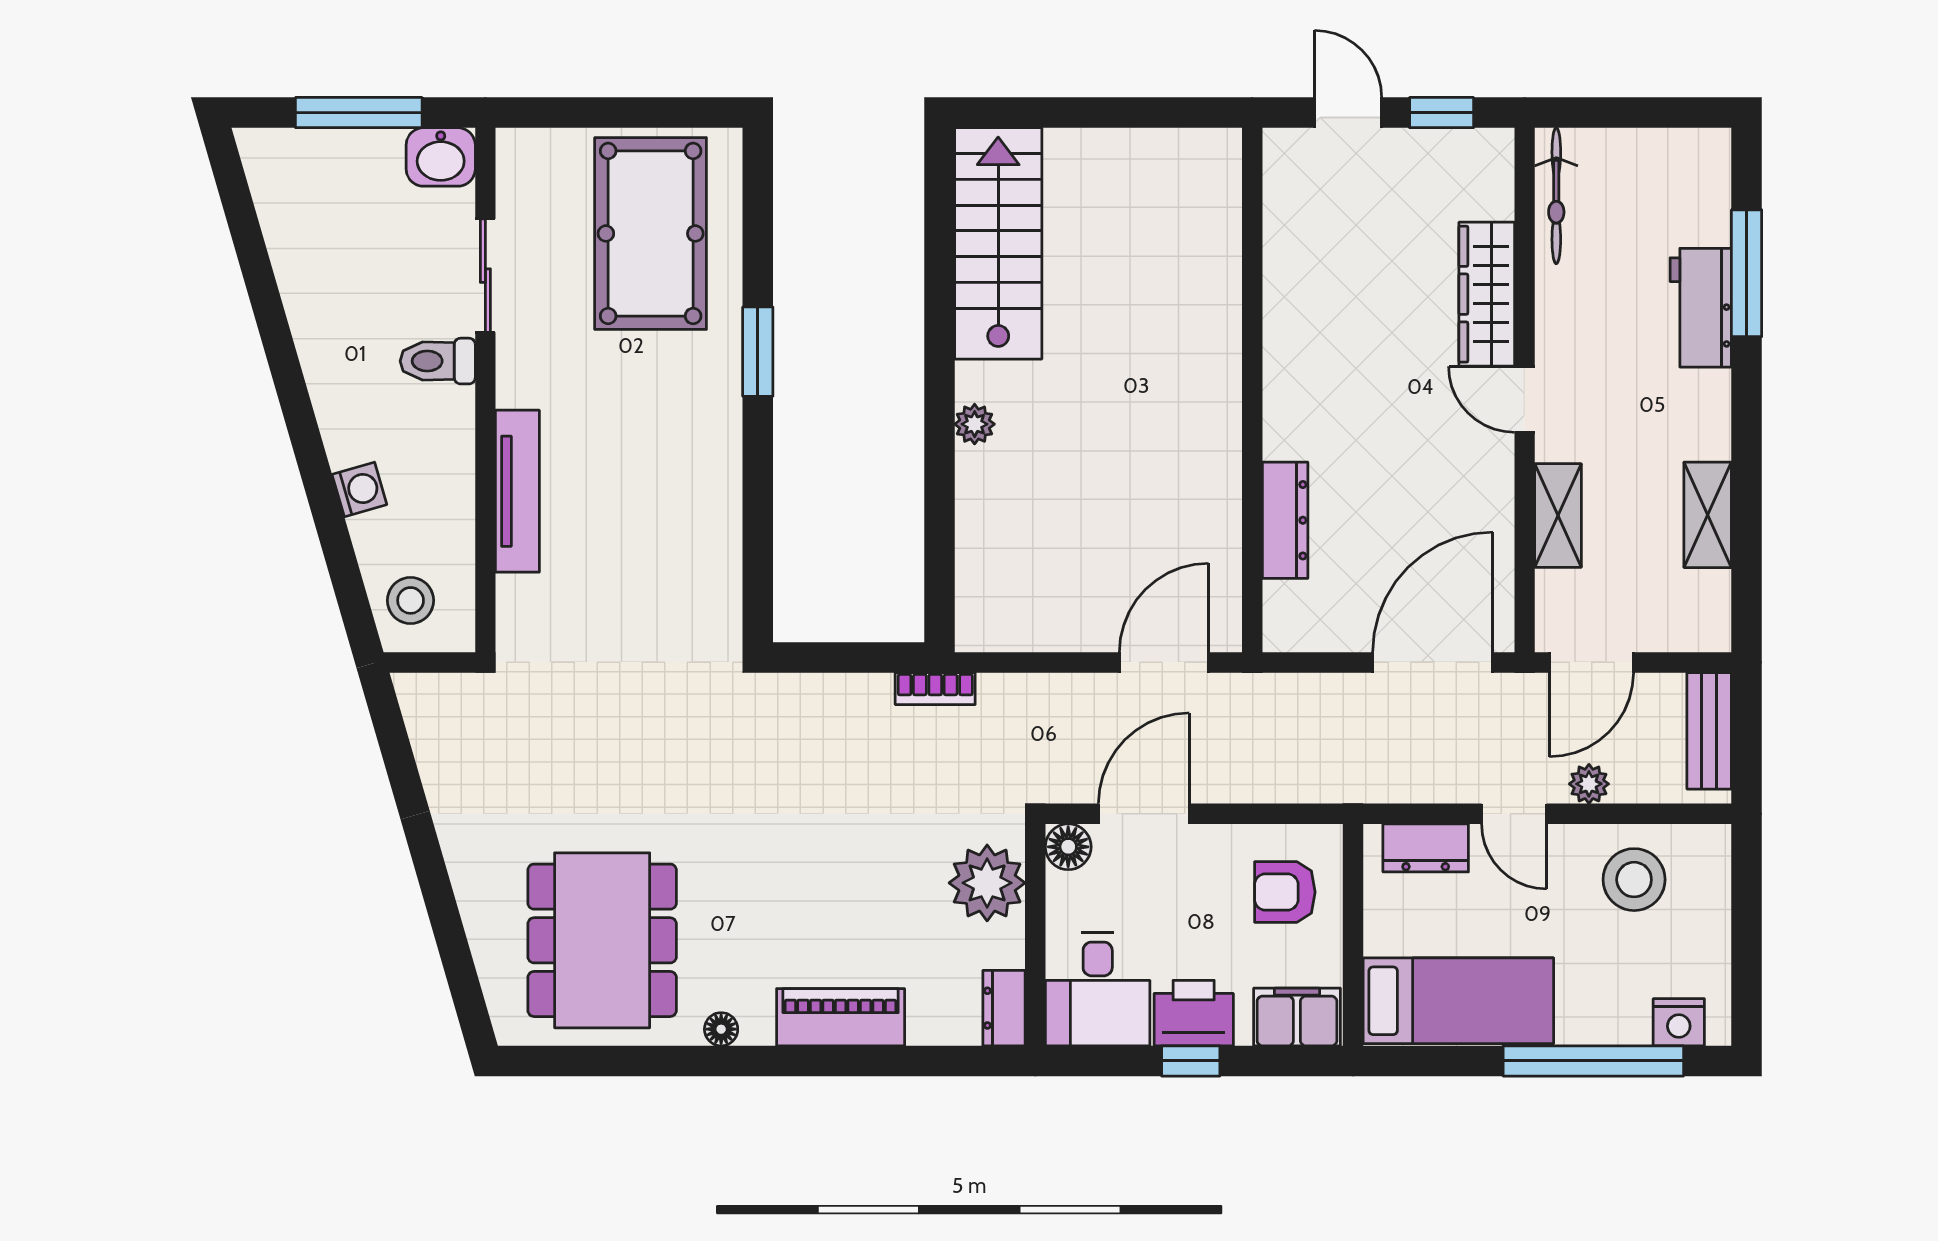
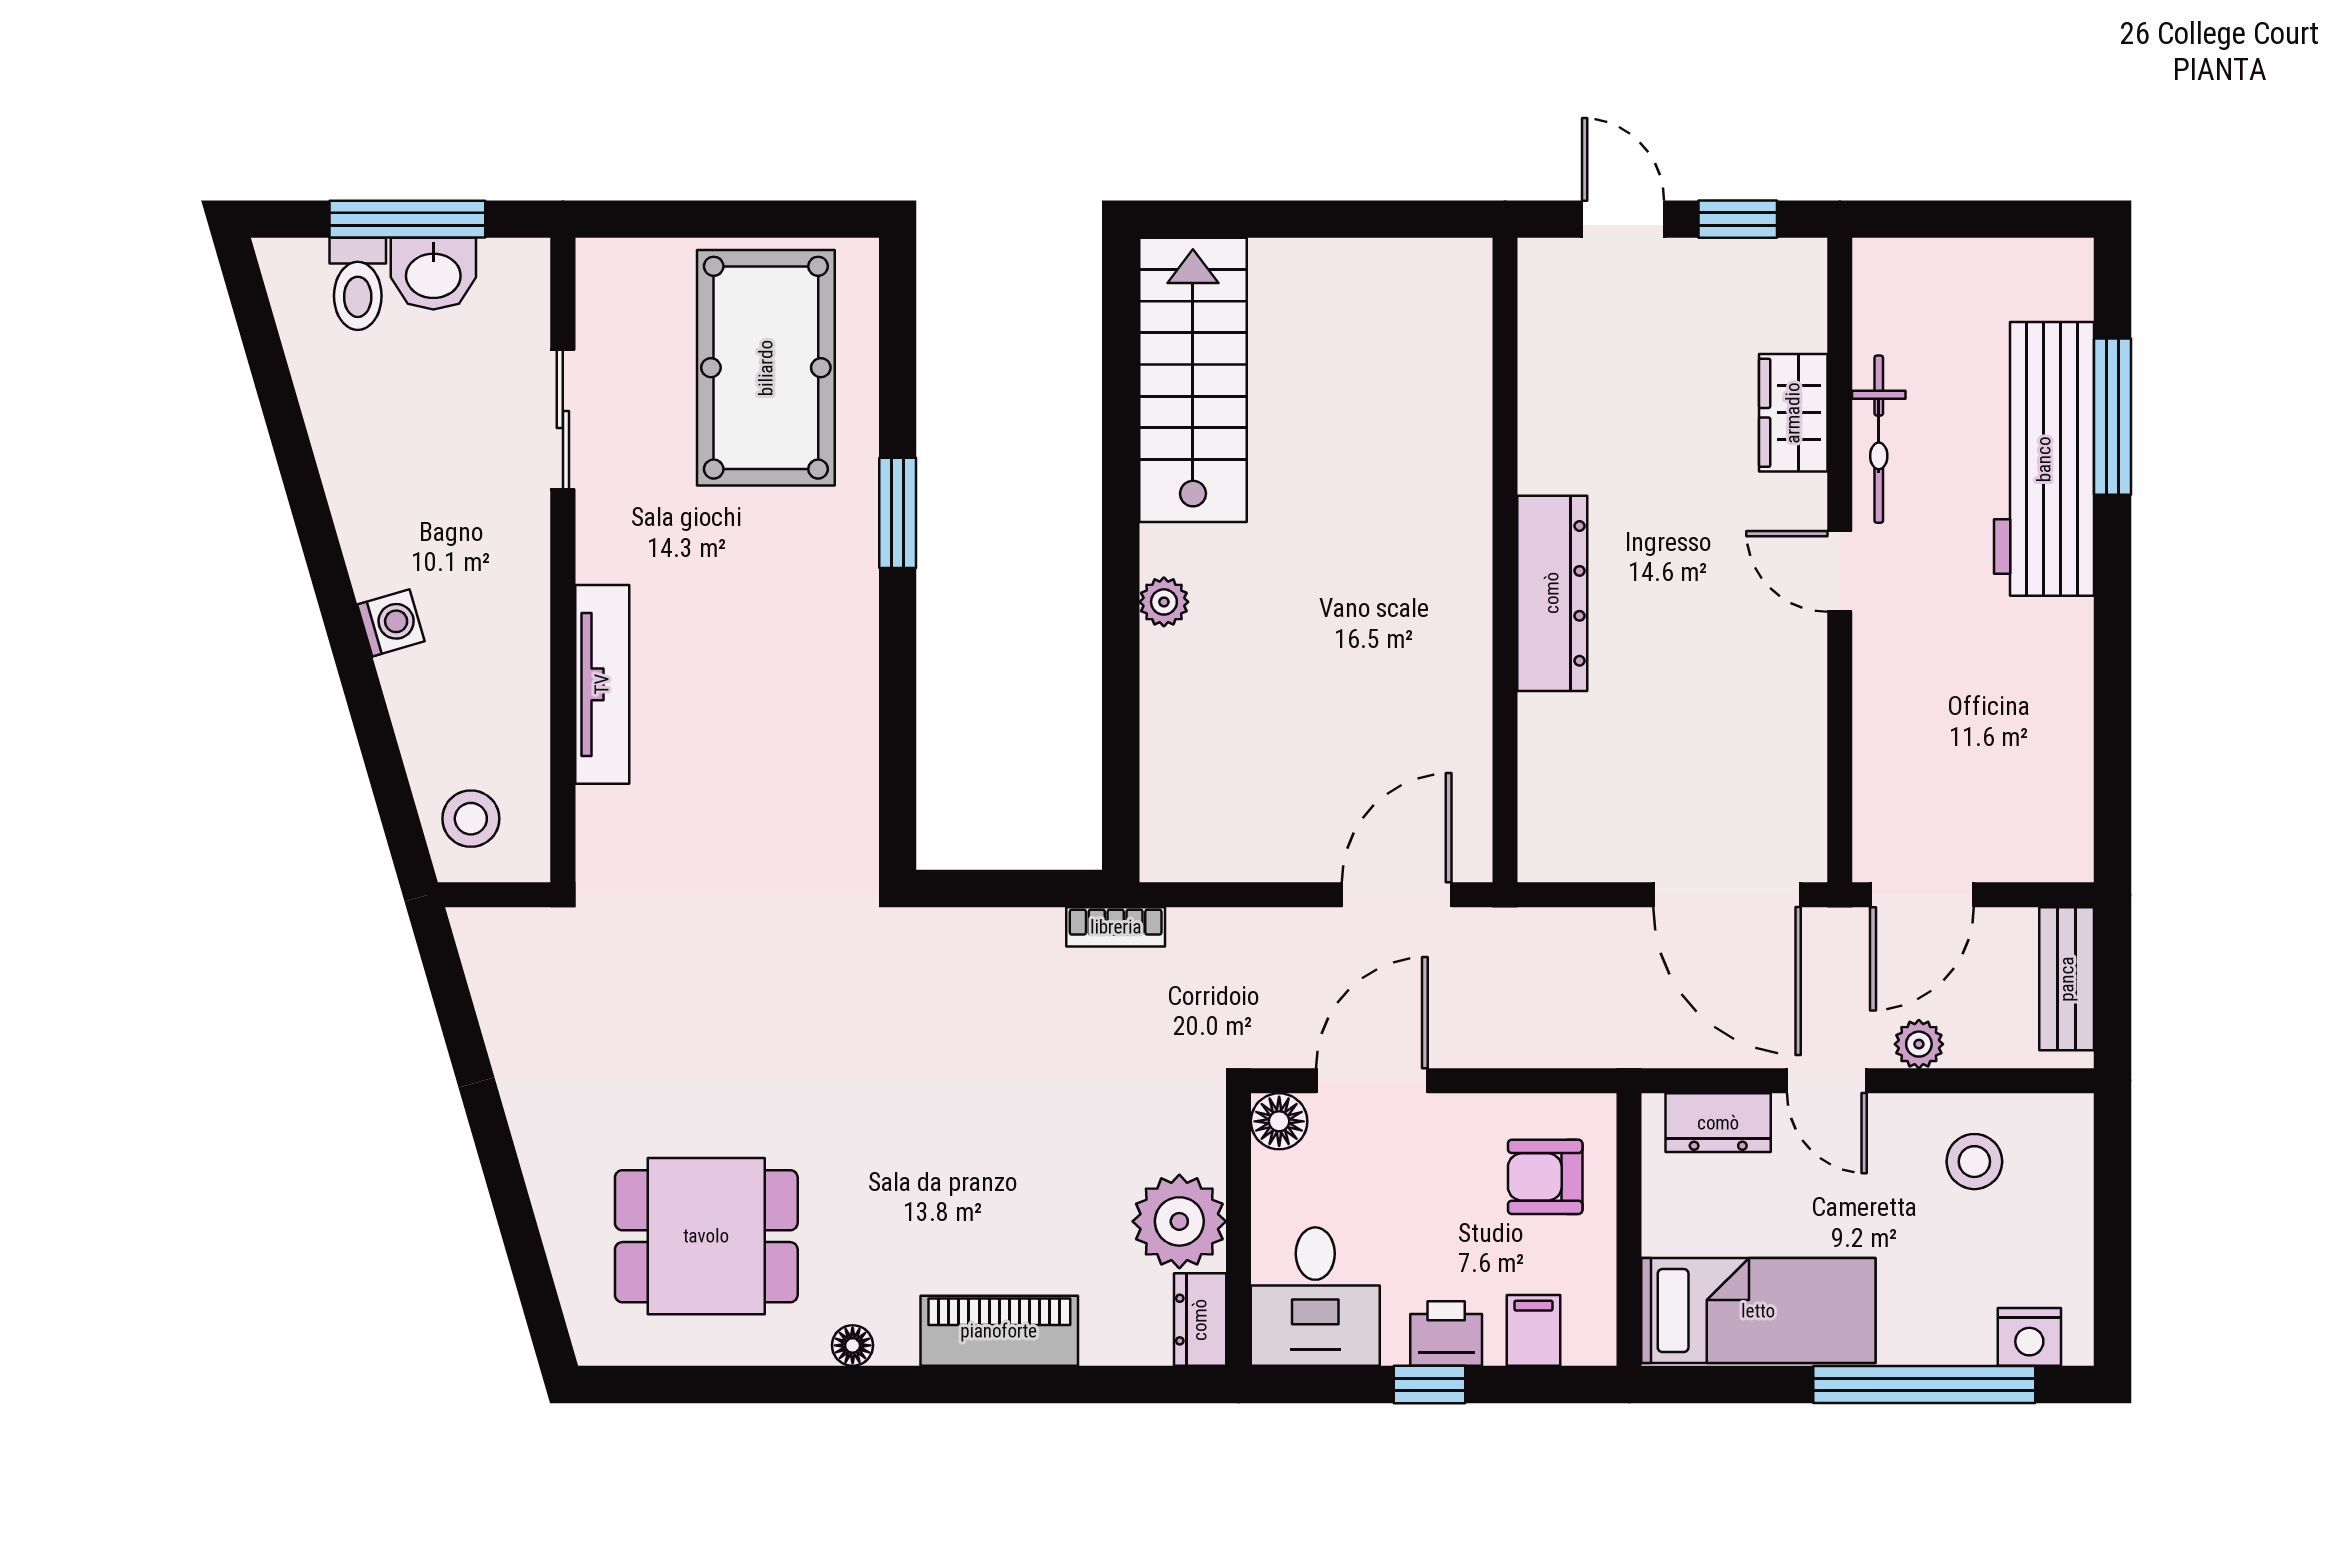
washbasin: (441, 157) -> (433, 274), moved
bicycle: (1556, 196) -> (1879, 439), moved
wardrobe: (1487, 294) -> (1793, 413), width x0.67
workbench: (1701, 308) -> (2044, 459), width x1.87, depth x1.32
toilet: (438, 361) -> (358, 284), moved, turned -90
washing machine: (359, 489) -> (391, 623), moved
shelving: (1558, 515) -> (1881, 714), removed
shelving: (1708, 515) -> (2065, 713), removed
dresser: (1285, 520) -> (1552, 593), moved, width x1.37, depth x1.24
door: (1433, 662) -> (1727, 895), swing flipped
stool: (1634, 880) -> (1974, 1162), width x0.73, depth x0.73
plant: (987, 883) -> (1179, 1221), moved
dining table: (602, 940) -> (706, 1236), width x0.73
printer: (1194, 1013) -> (1446, 1333), width x0.73, depth x0.81
filing cabinet: (1297, 1017) -> (1534, 1330), width x0.50

